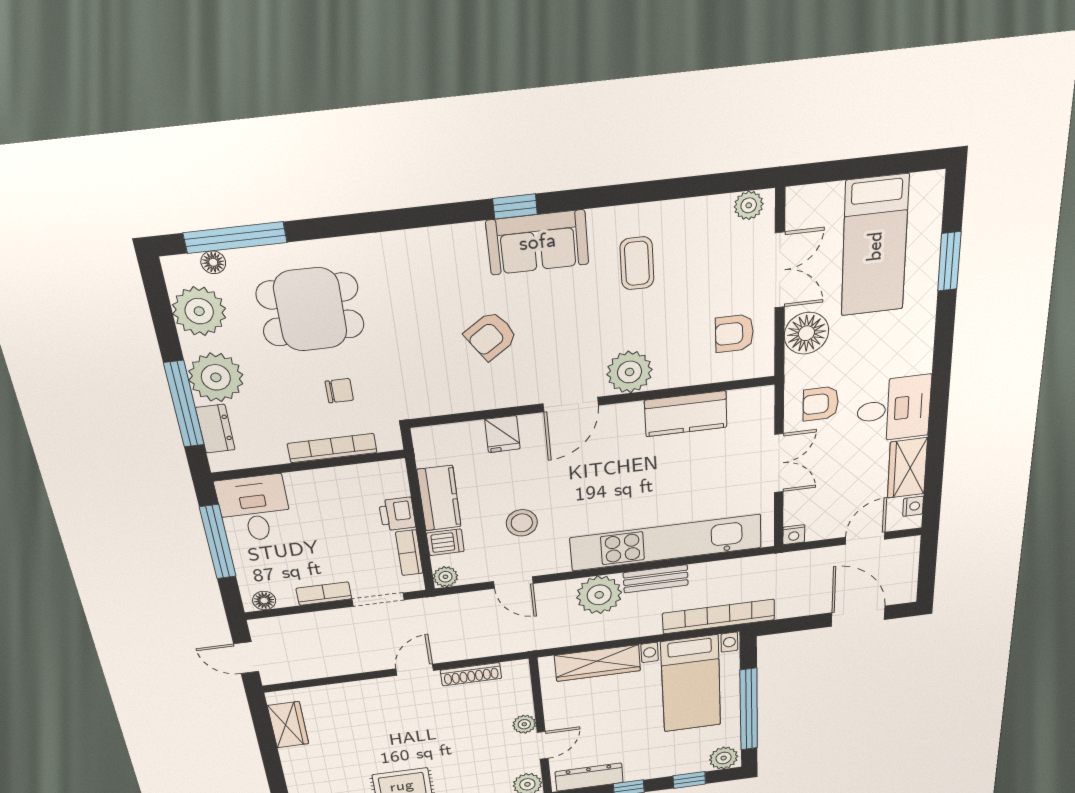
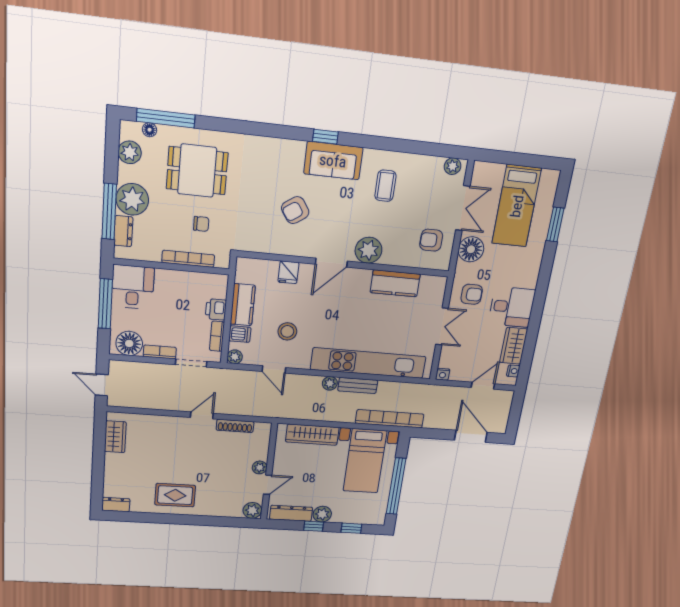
plant: (199, 311) -> (130, 152), width x0.73, depth x0.73
armchair: (821, 404) -> (472, 294), turned 180
plant: (599, 595) -> (330, 383), width x0.53, depth x0.53
floor lamp: (264, 601) -> (129, 343), width x1.89, depth x1.89
plant: (724, 758) -> (322, 514), moved

